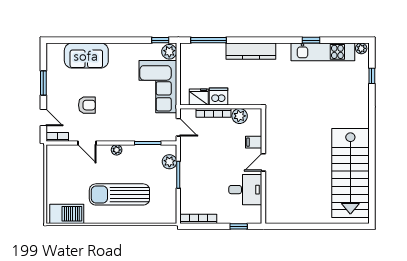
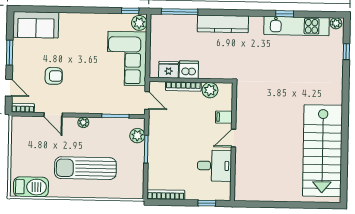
sofa: (86, 56) -> (36, 25), moved

